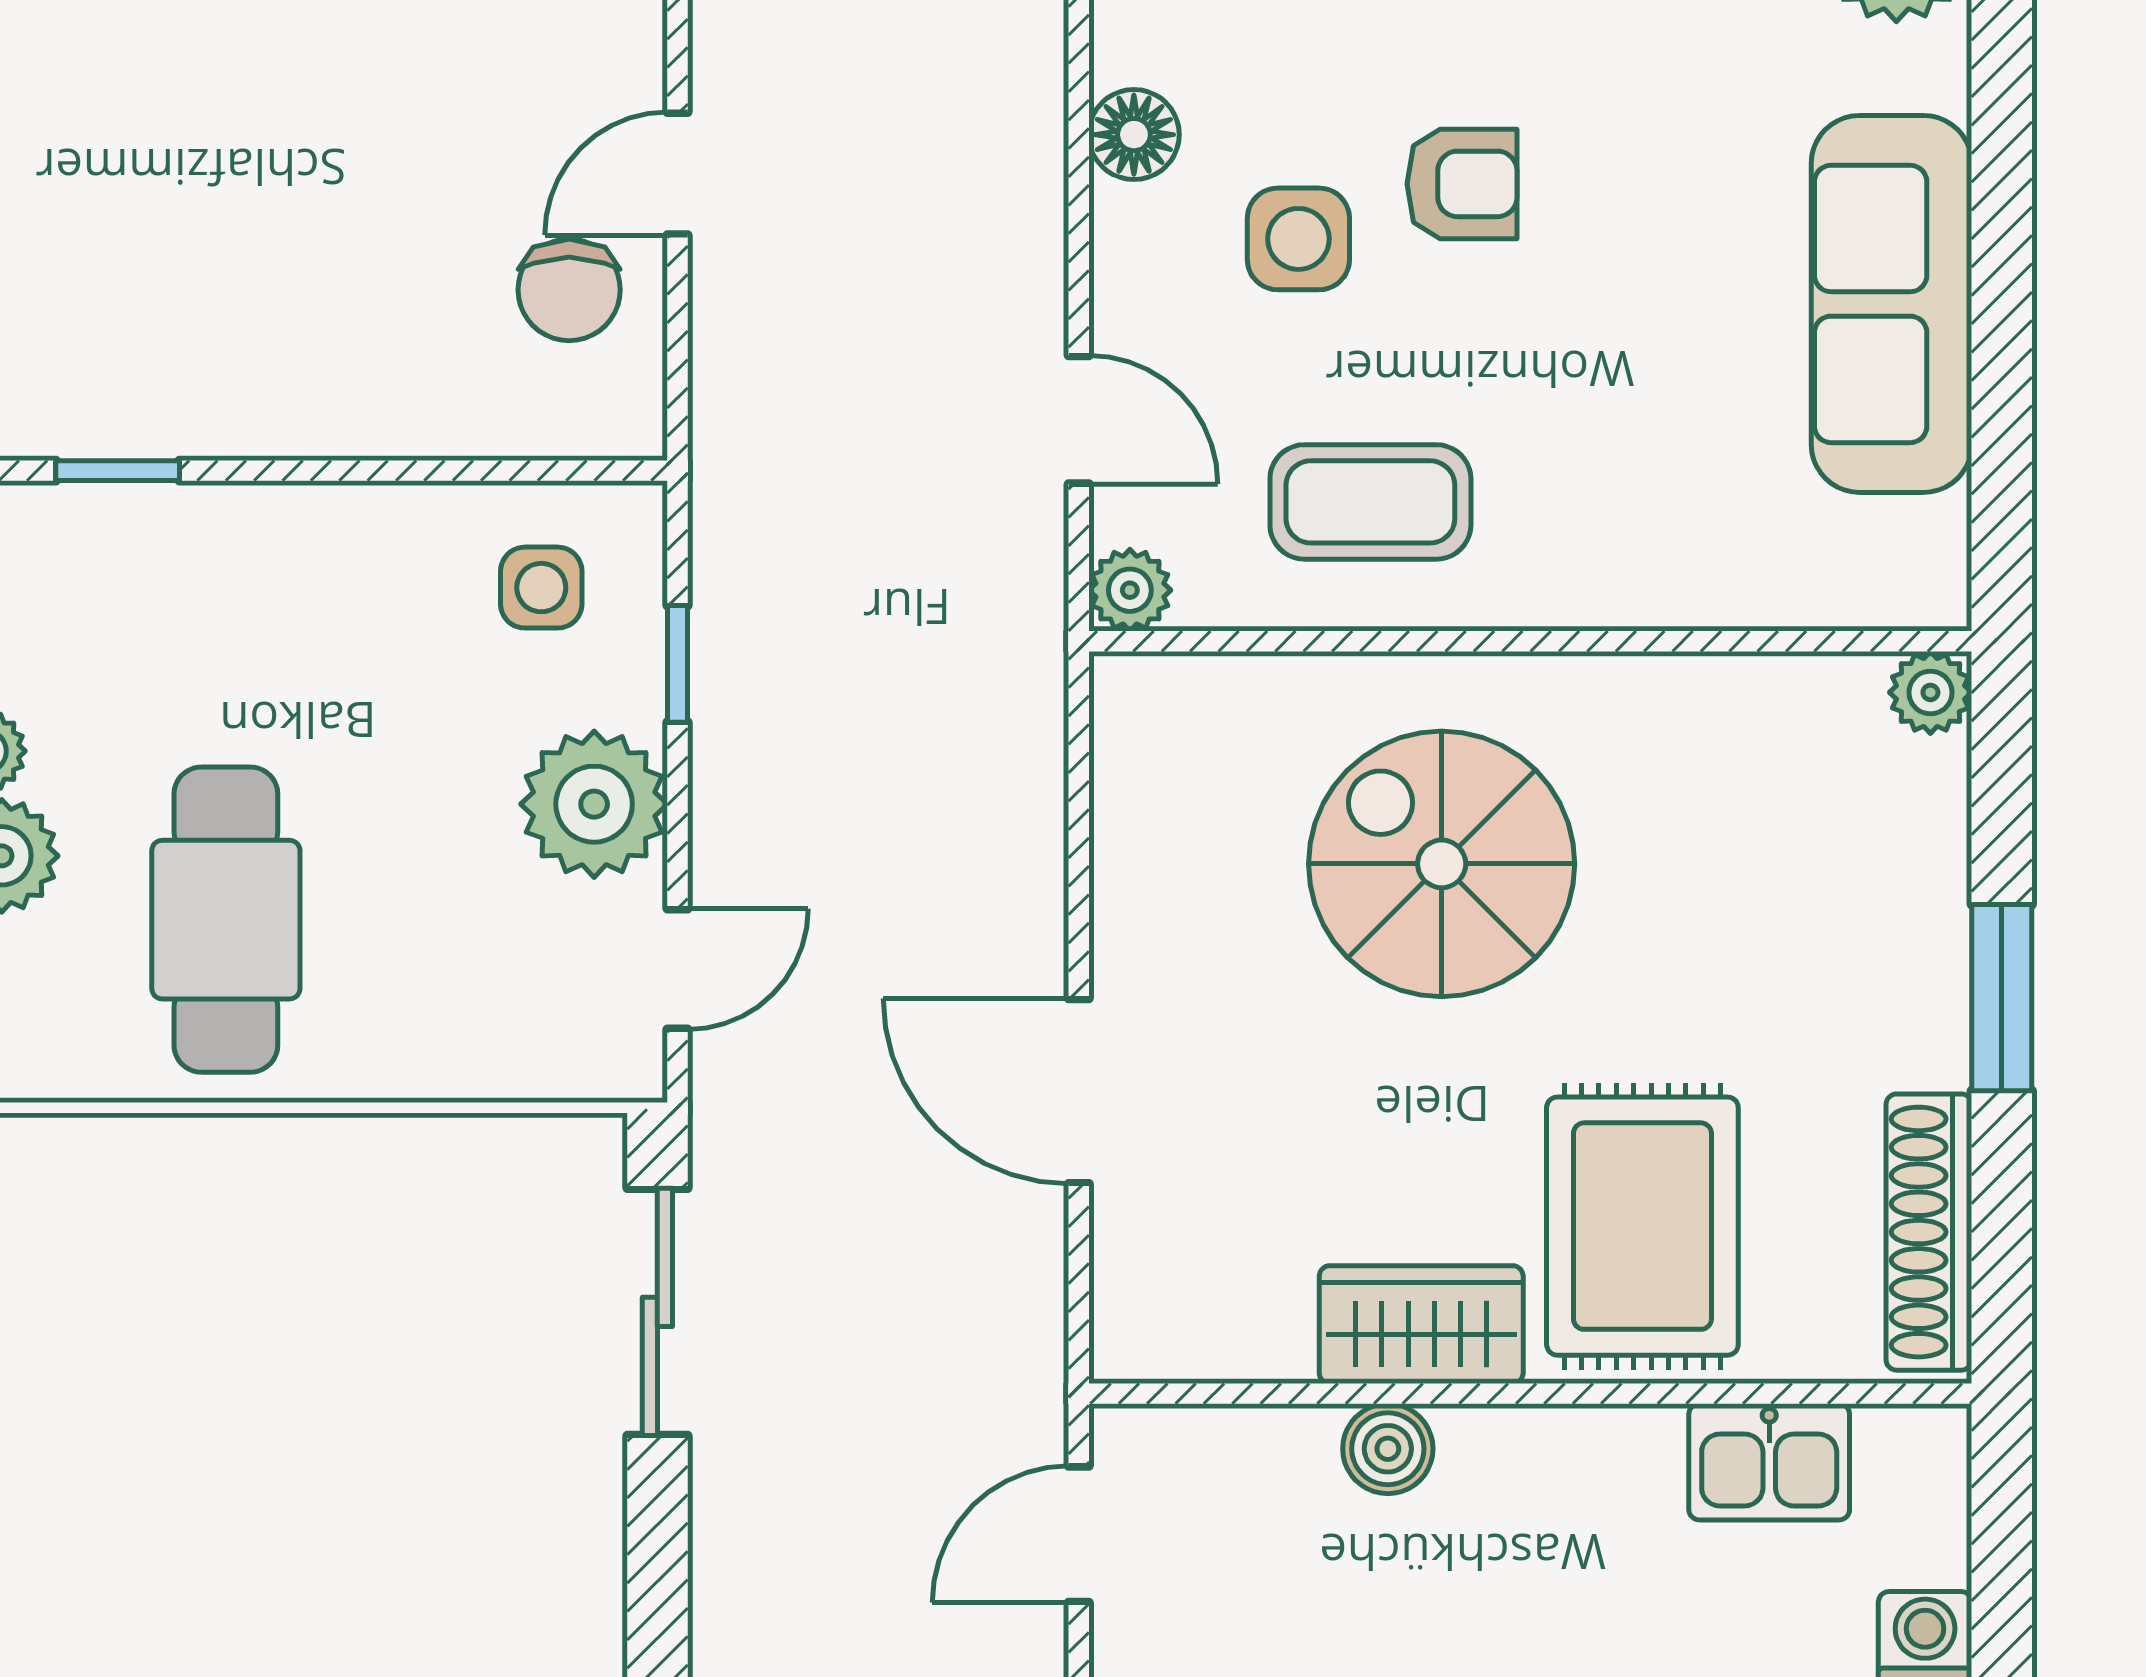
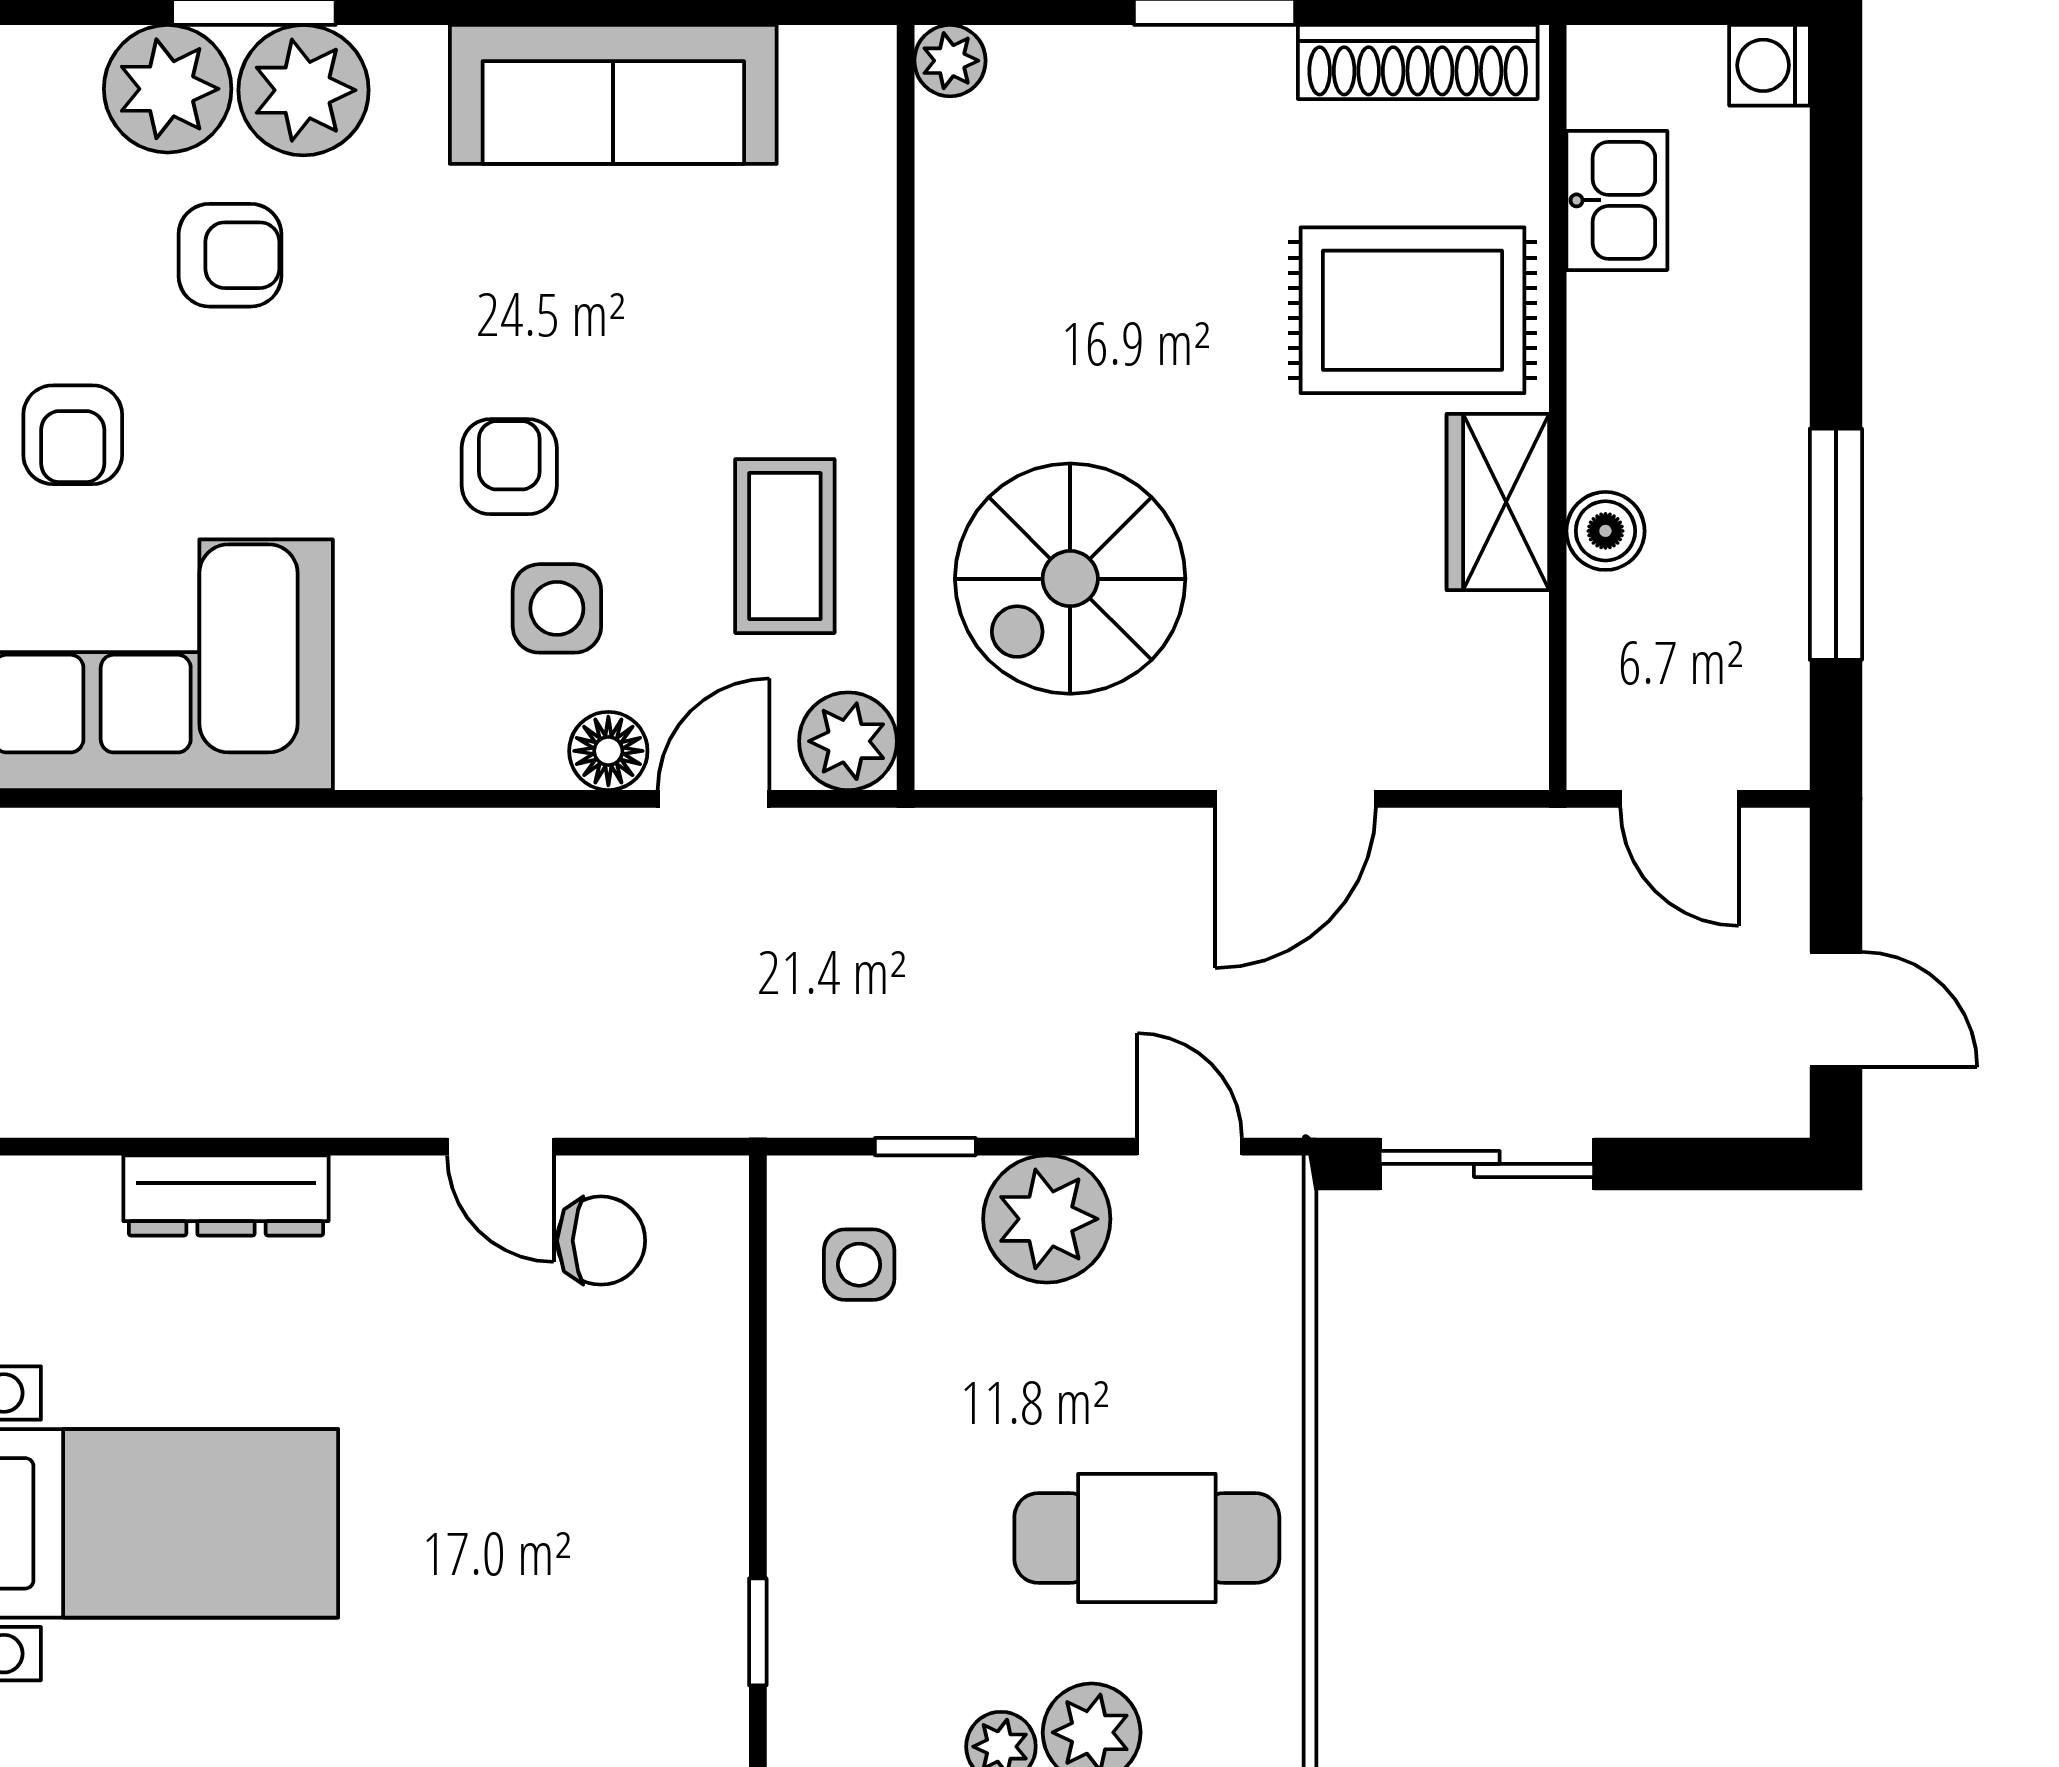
floor lamp: (1134, 135) -> (608, 751), moved
plant: (1130, 590) -> (848, 741), width x1.38, depth x1.38
spiral stairs: (1442, 864) -> (1070, 579), moved

